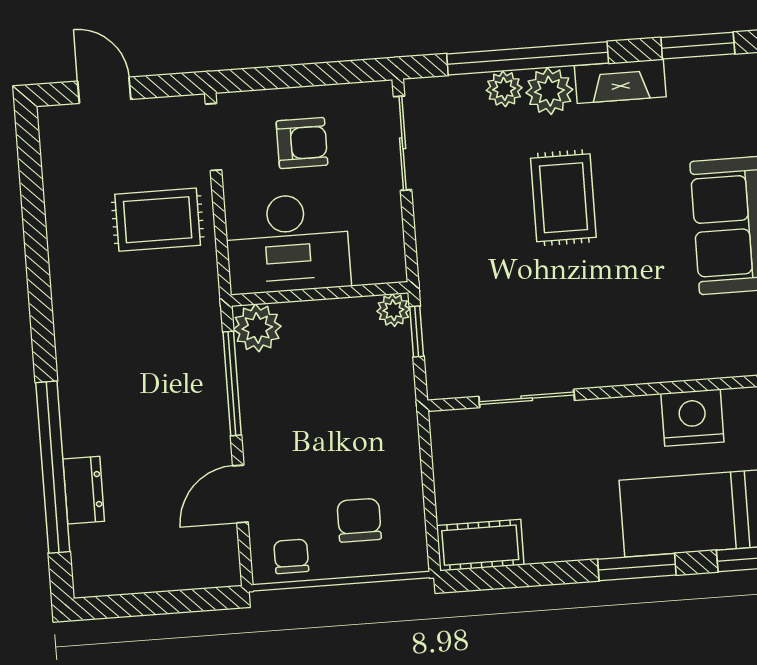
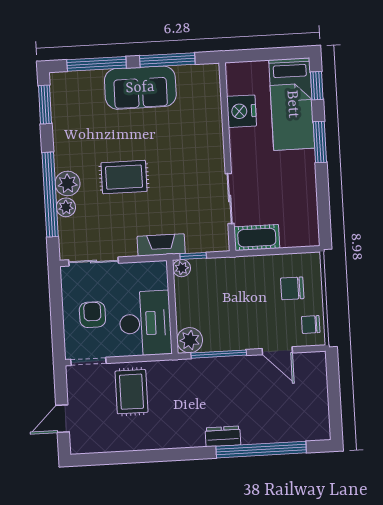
fireplace: (620, 81) -> (161, 245), moved, turned -90
dresser: (84, 490) -> (223, 436), moved
cot: (480, 545) -> (257, 238), moved, turned 90

